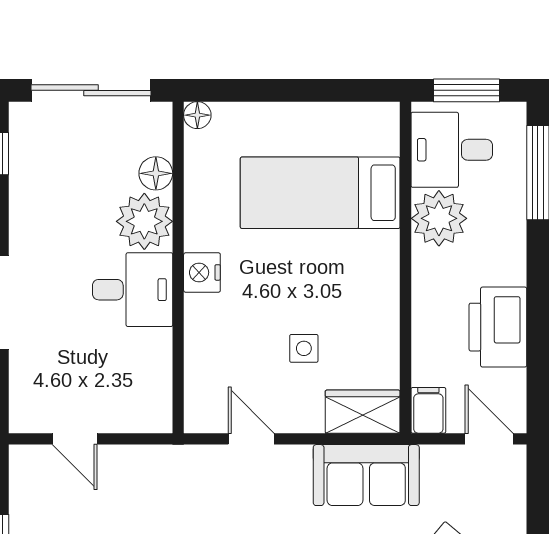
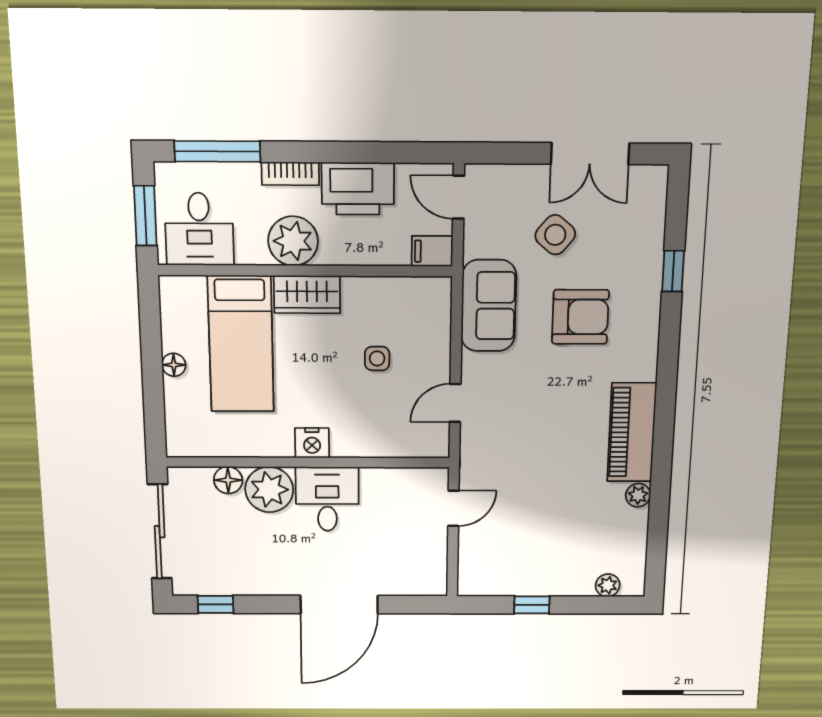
floor lamp: (197, 115) -> (174, 365), moved
plant: (439, 218) -> (293, 241), moved
bookcase: (514, 252) -> (290, 174), added
wardrobe: (363, 412) -> (307, 294), moved, turned -90
door: (75, 439) -> (453, 508), moved
door: (489, 439) -> (458, 197), hinge flipped

